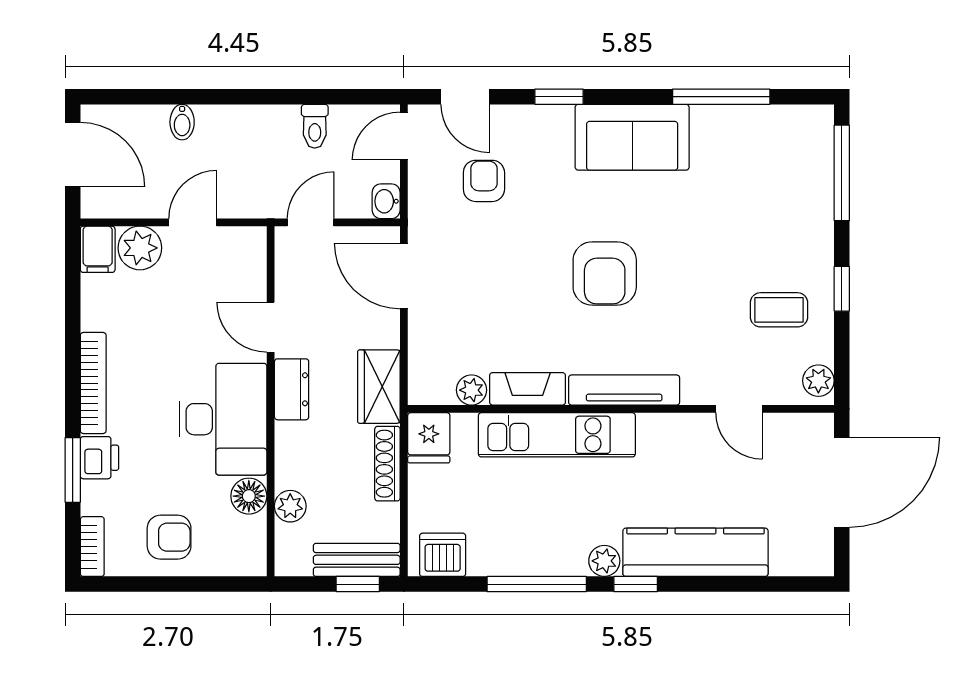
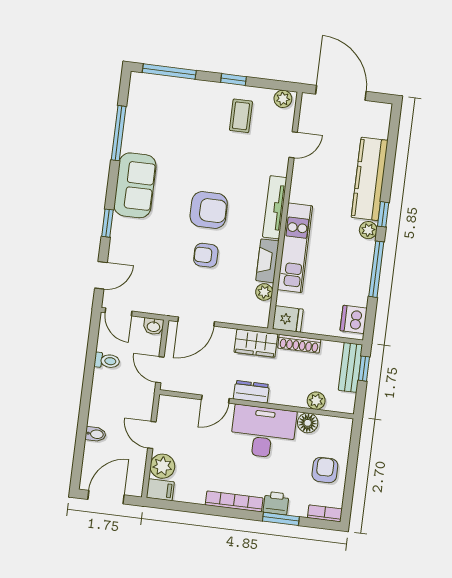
armchair: (484, 181) -> (206, 255), moved

